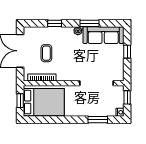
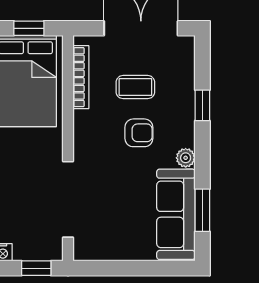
window: (89, 23) -> (202, 210), moved
armchair: (67, 52) -> (139, 133), added
window: (127, 52) -> (139, 268), removed

